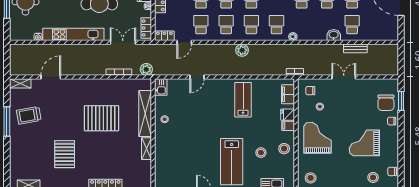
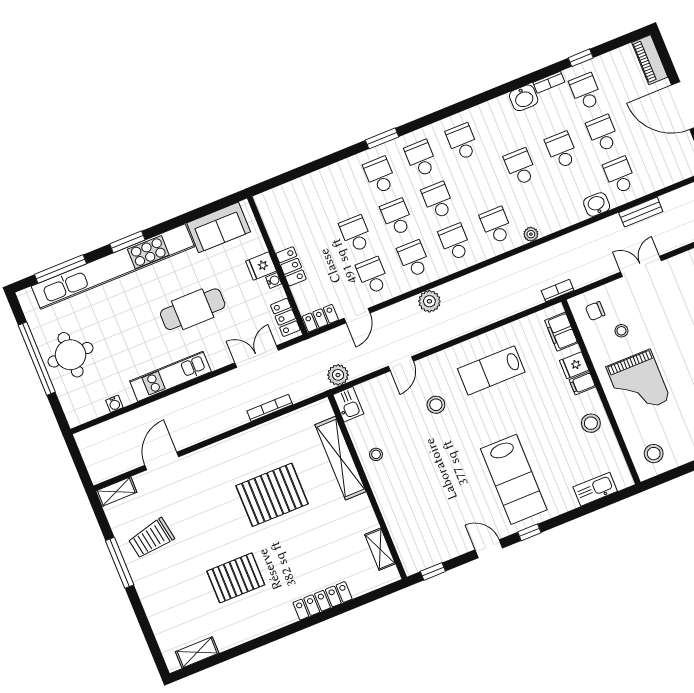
kitchen unit: (73, 34) -> (170, 376), width x0.73
plant: (242, 50) -> (429, 301), moved
plant: (146, 69) -> (338, 375), moved
lab bench: (243, 100) -> (491, 370), turned -90
grand piano: (317, 138) -> (638, 383), turned 180
shelving: (147, 149) -> (380, 549), moved
stool: (261, 153) -> (436, 405), moved
pallet: (65, 154) -> (236, 578), turned 90

